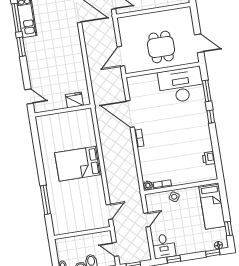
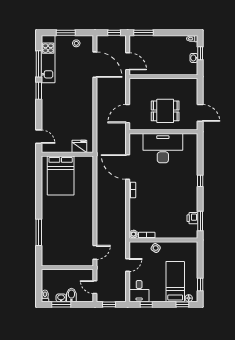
dining table: (161, 47) -> (165, 111), turned 90
desk: (181, 85) -> (163, 148), moved
window: (207, 91) -> (200, 221), moved
bed: (78, 164) -> (61, 175), moved, turned -90
bed: (212, 206) -> (175, 282), moved, turned 180

